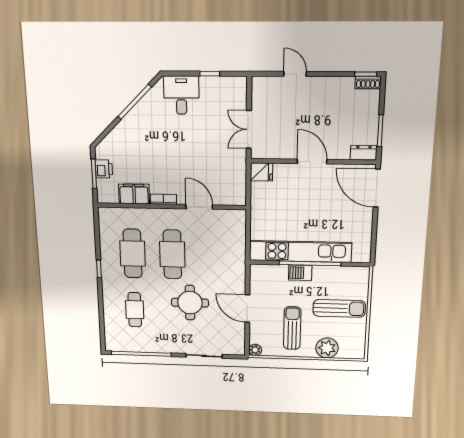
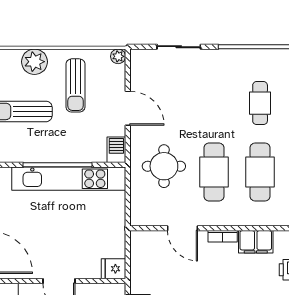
barbecue: (300, 273) -> (116, 150), moved, turned -90
round table: (190, 303) -> (164, 166), moved

